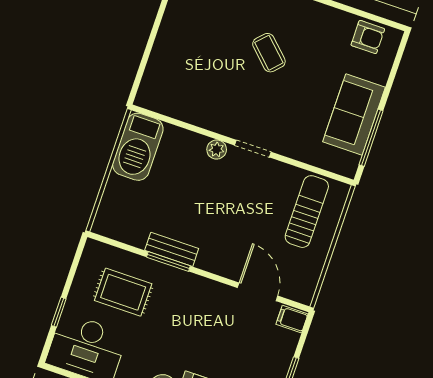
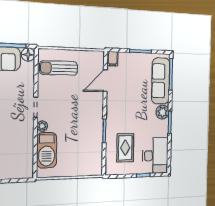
barbecue: (138, 147) -> (47, 150), moved, turned 90
floor lamp: (346, 165) -> (28, 55), added
bench: (172, 249) -> (98, 131), removed

